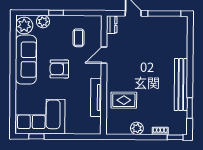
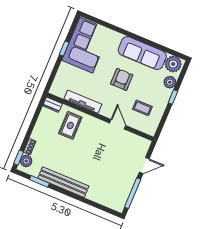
dresser: (112, 25) -> (53, 105), moved
plant: (137, 128) -> (26, 161), moved
window: (36, 136) -> (64, 49), moved

